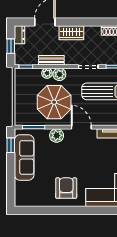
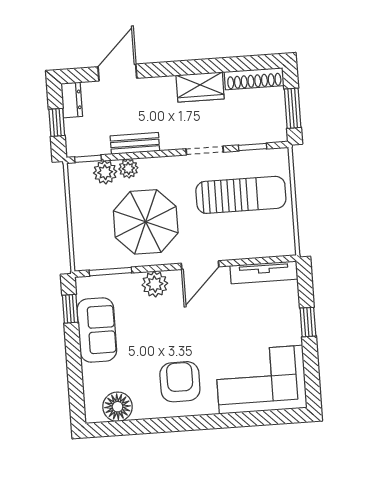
wardrobe: (71, 33) -> (200, 87), moved
plant: (59, 74) -> (105, 172), moved
door: (81, 127) -> (200, 265), swing flipped
sofa: (24, 157) -> (97, 330), width x0.73
floor lamp: (32, 199) -> (118, 407), added

